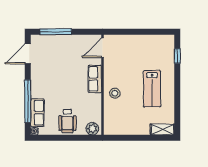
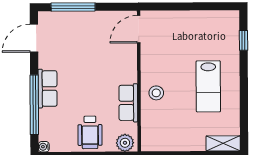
row of seats: (95, 79) -> (128, 103), moved
row of seats: (37, 113) -> (48, 89), moved

